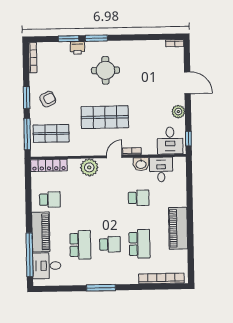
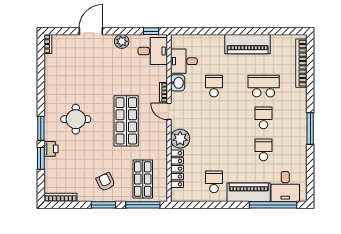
locker: (49, 165) -> (177, 169), moved
school desk: (80, 245) -> (264, 150), width x0.54

